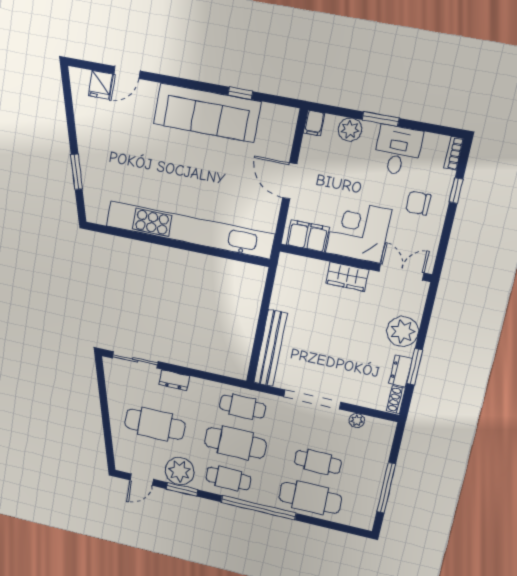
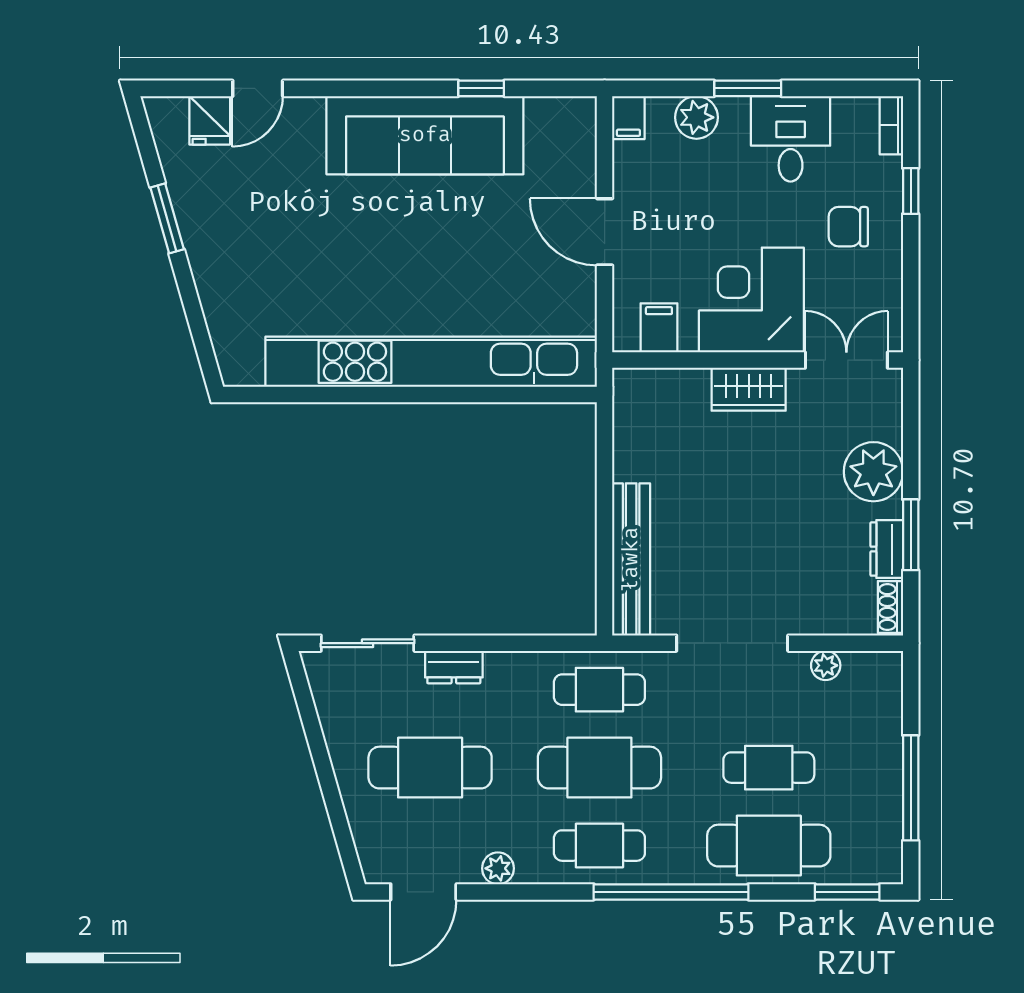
window: (77, 172) -> (167, 218), moved
filing cabinet: (308, 236) -> (659, 328), width x0.50
plant: (180, 471) -> (498, 868), width x0.53, depth x0.53
door: (142, 480) -> (423, 892), width x1.38
window: (182, 489) -> (847, 892), moved

